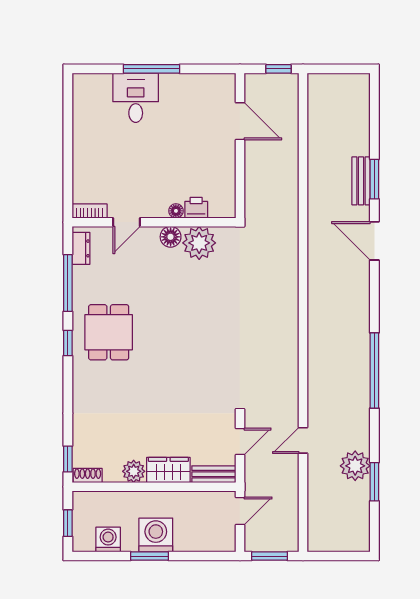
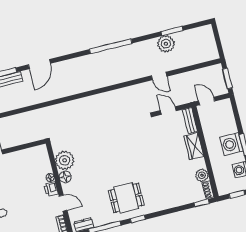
printer: (196, 208) -> (51, 189), moved
plant: (134, 471) -> (202, 175), moved

